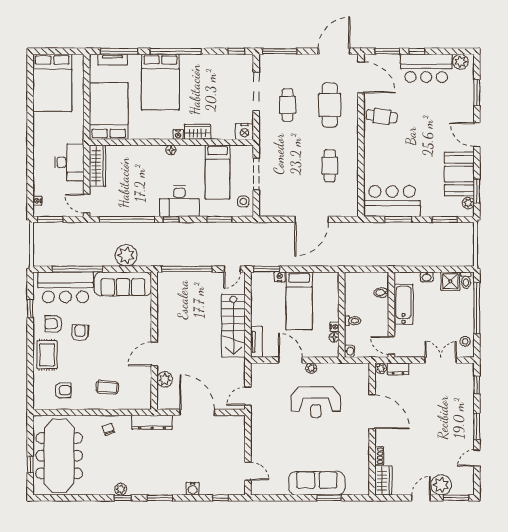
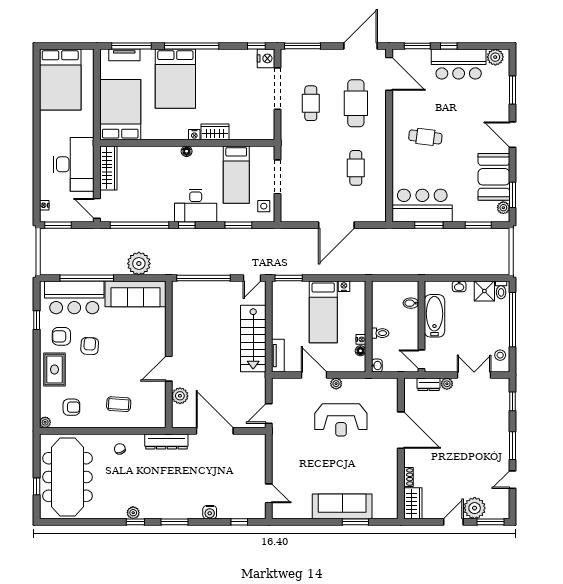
cafe table: (382, 116) -> (425, 137), moved
nightstand: (245, 131) -> (266, 58), moved, turned -90
desk: (69, 162) -> (74, 164), width x1.36, depth x1.30
nightstand: (280, 277) -> (344, 286), moved
plant: (381, 368) -> (447, 384), moved
plant: (38, 404) -> (45, 422), added

